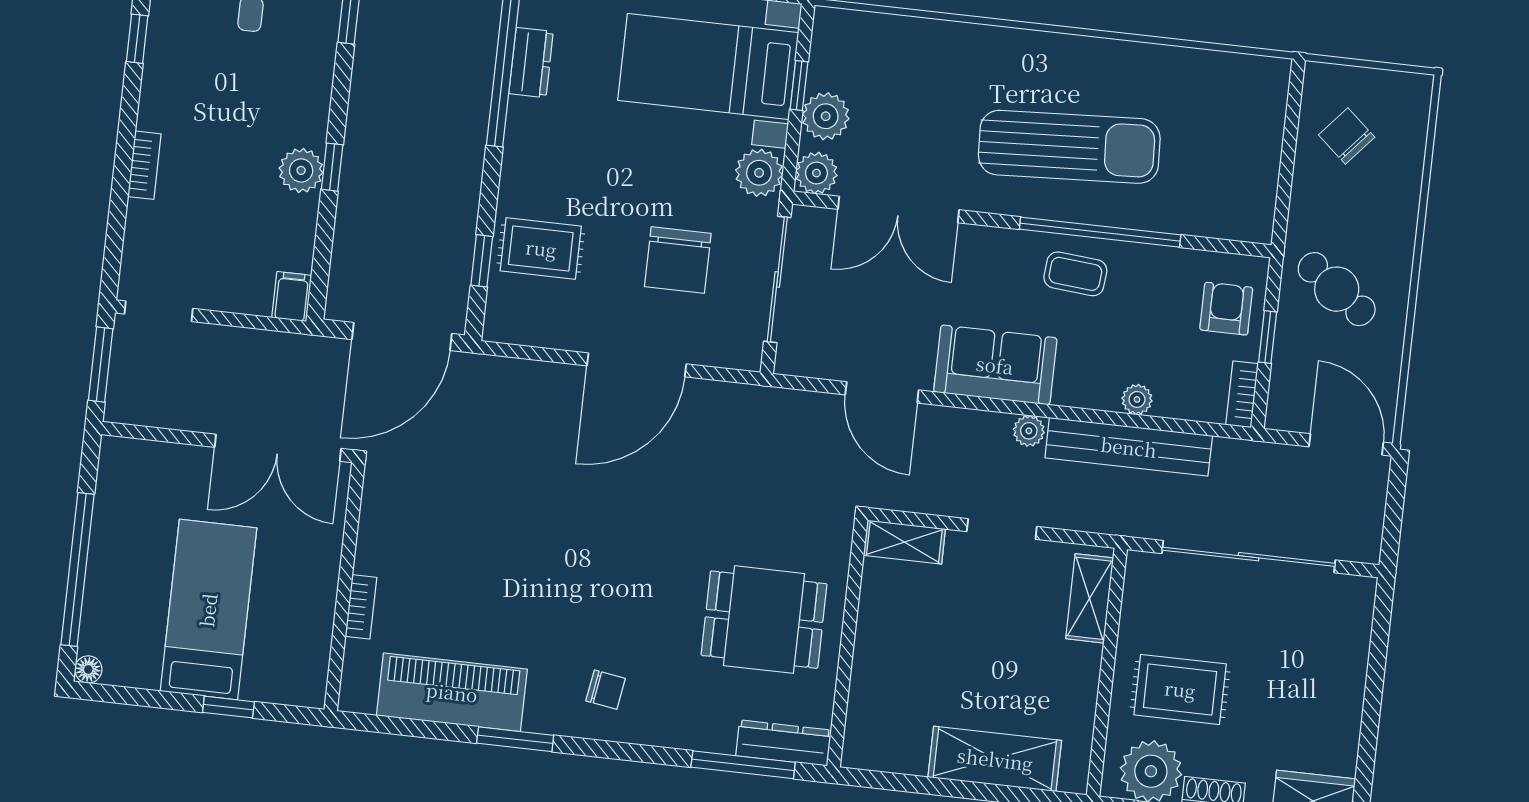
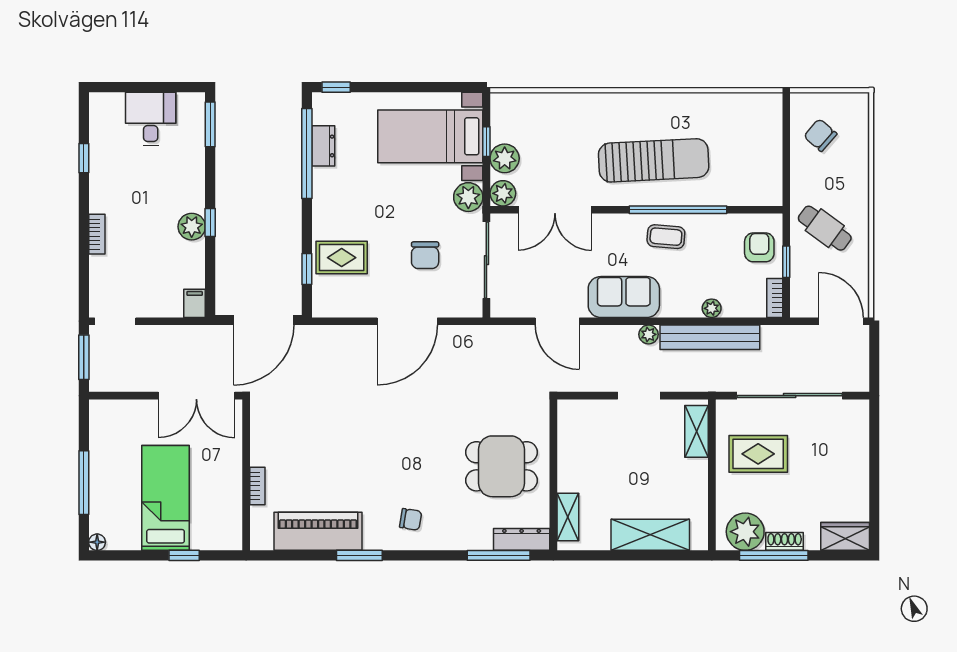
chair: (678, 260) -> (425, 255), width x0.73, depth x0.73
shelving: (904, 542) -> (568, 517), moved, turned 90
window: (78, 570) -> (84, 483), width x0.68
rug: (1180, 689) -> (758, 454), moved

